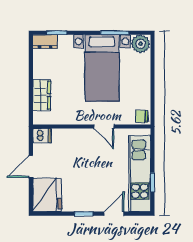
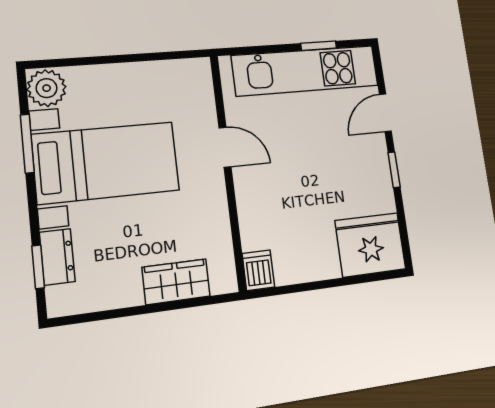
dresser: (45, 42) -> (57, 257), moved
chair: (142, 116) -> (196, 75), removed
door: (104, 126) -> (225, 147), hinge flipped
door: (31, 167) -> (322, 285), removed
door: (114, 214) -> (385, 113), hinge flipped

